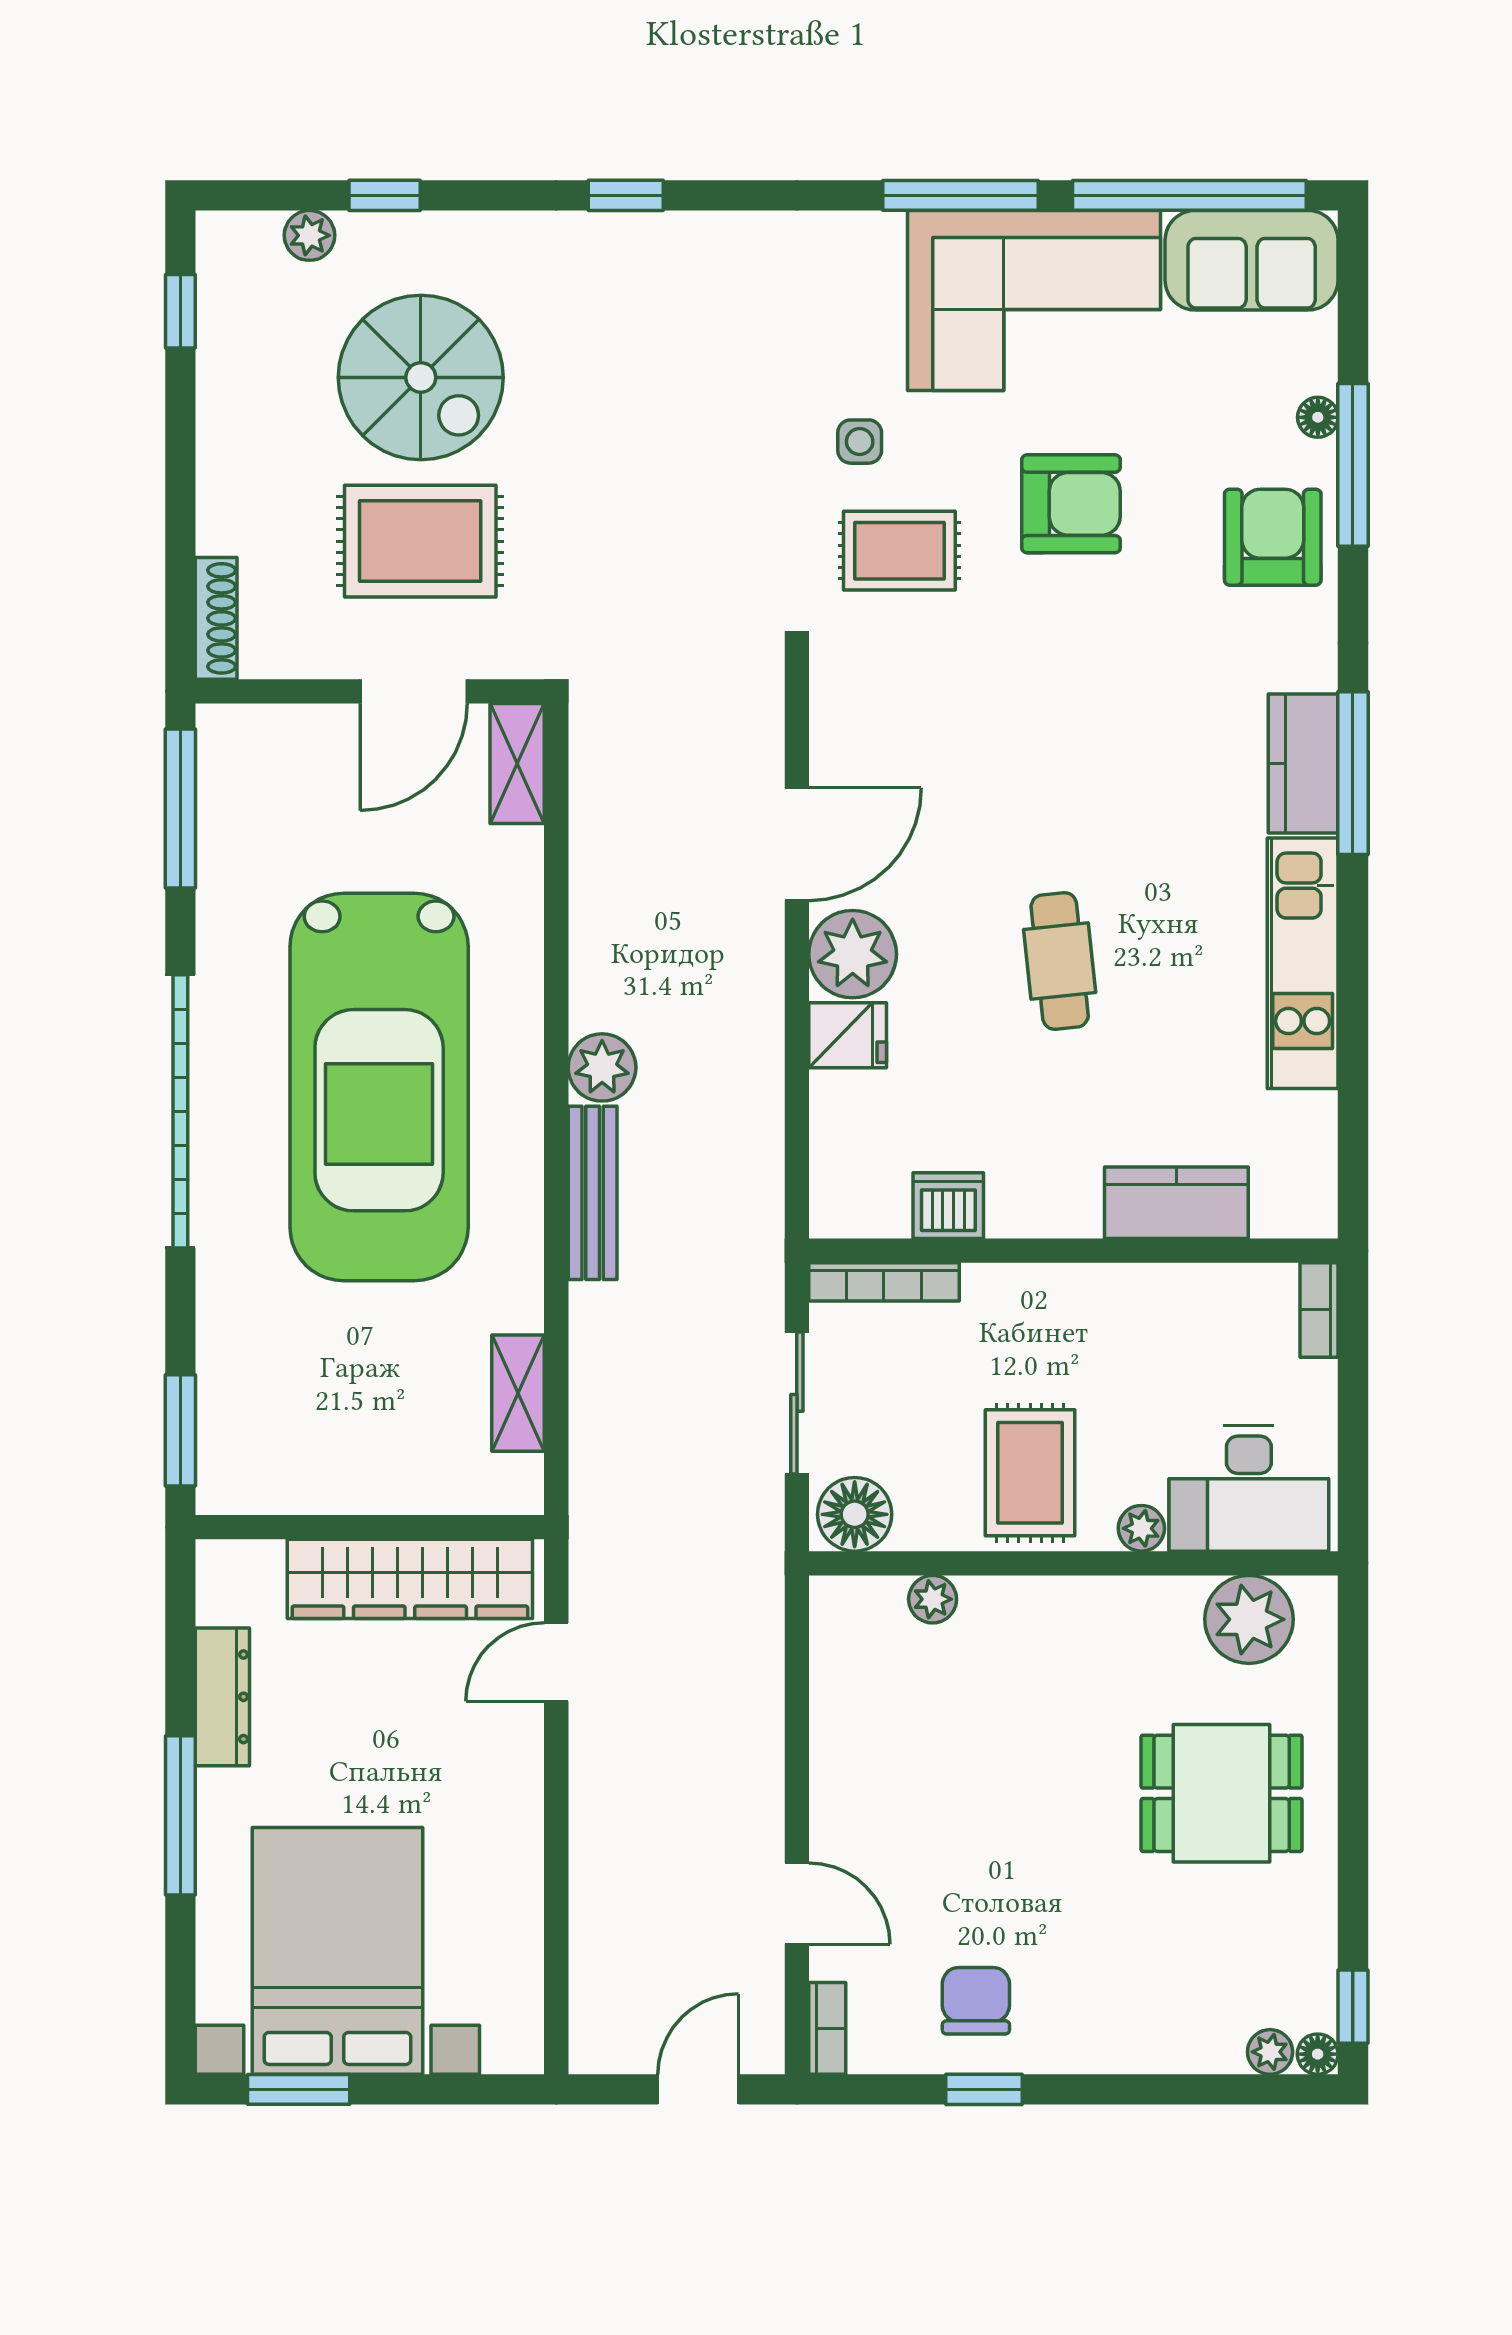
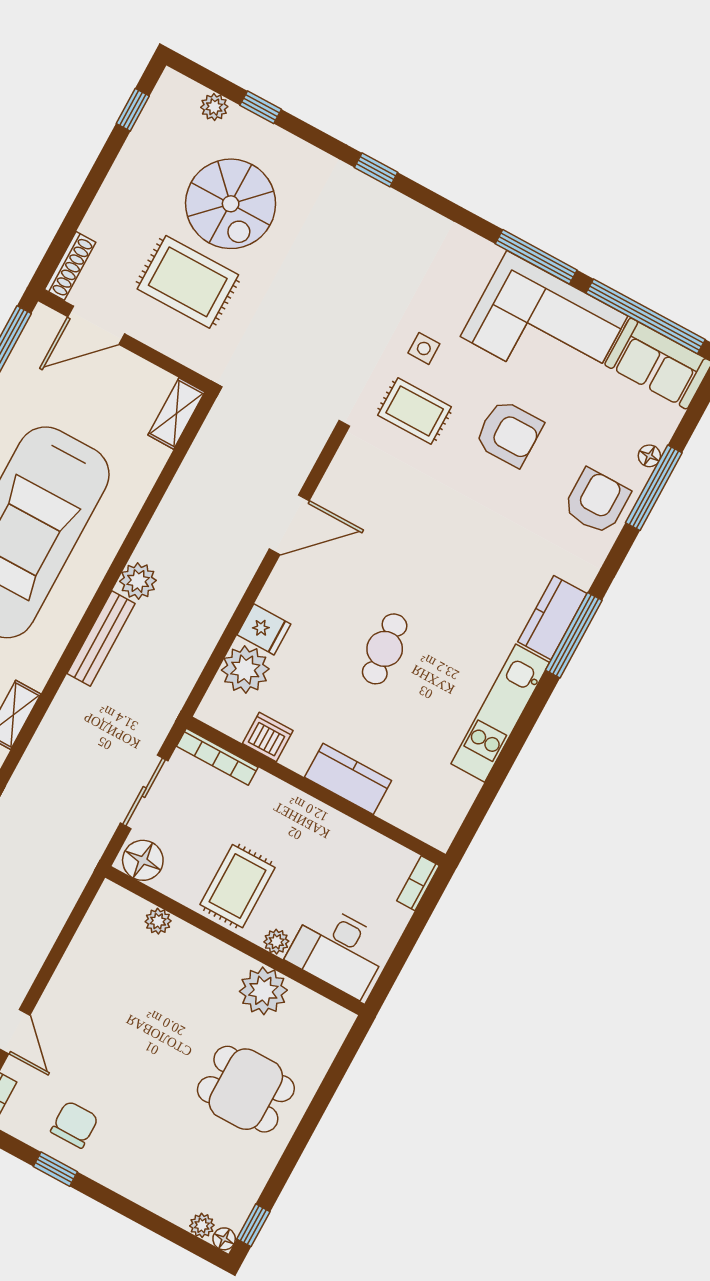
door: (414, 691) -> (96, 325), moved
plant: (853, 954) -> (245, 669), moved
kitchen counter: (1176, 1203) -> (348, 779), moved
plant: (1249, 1619) -> (263, 991), moved

